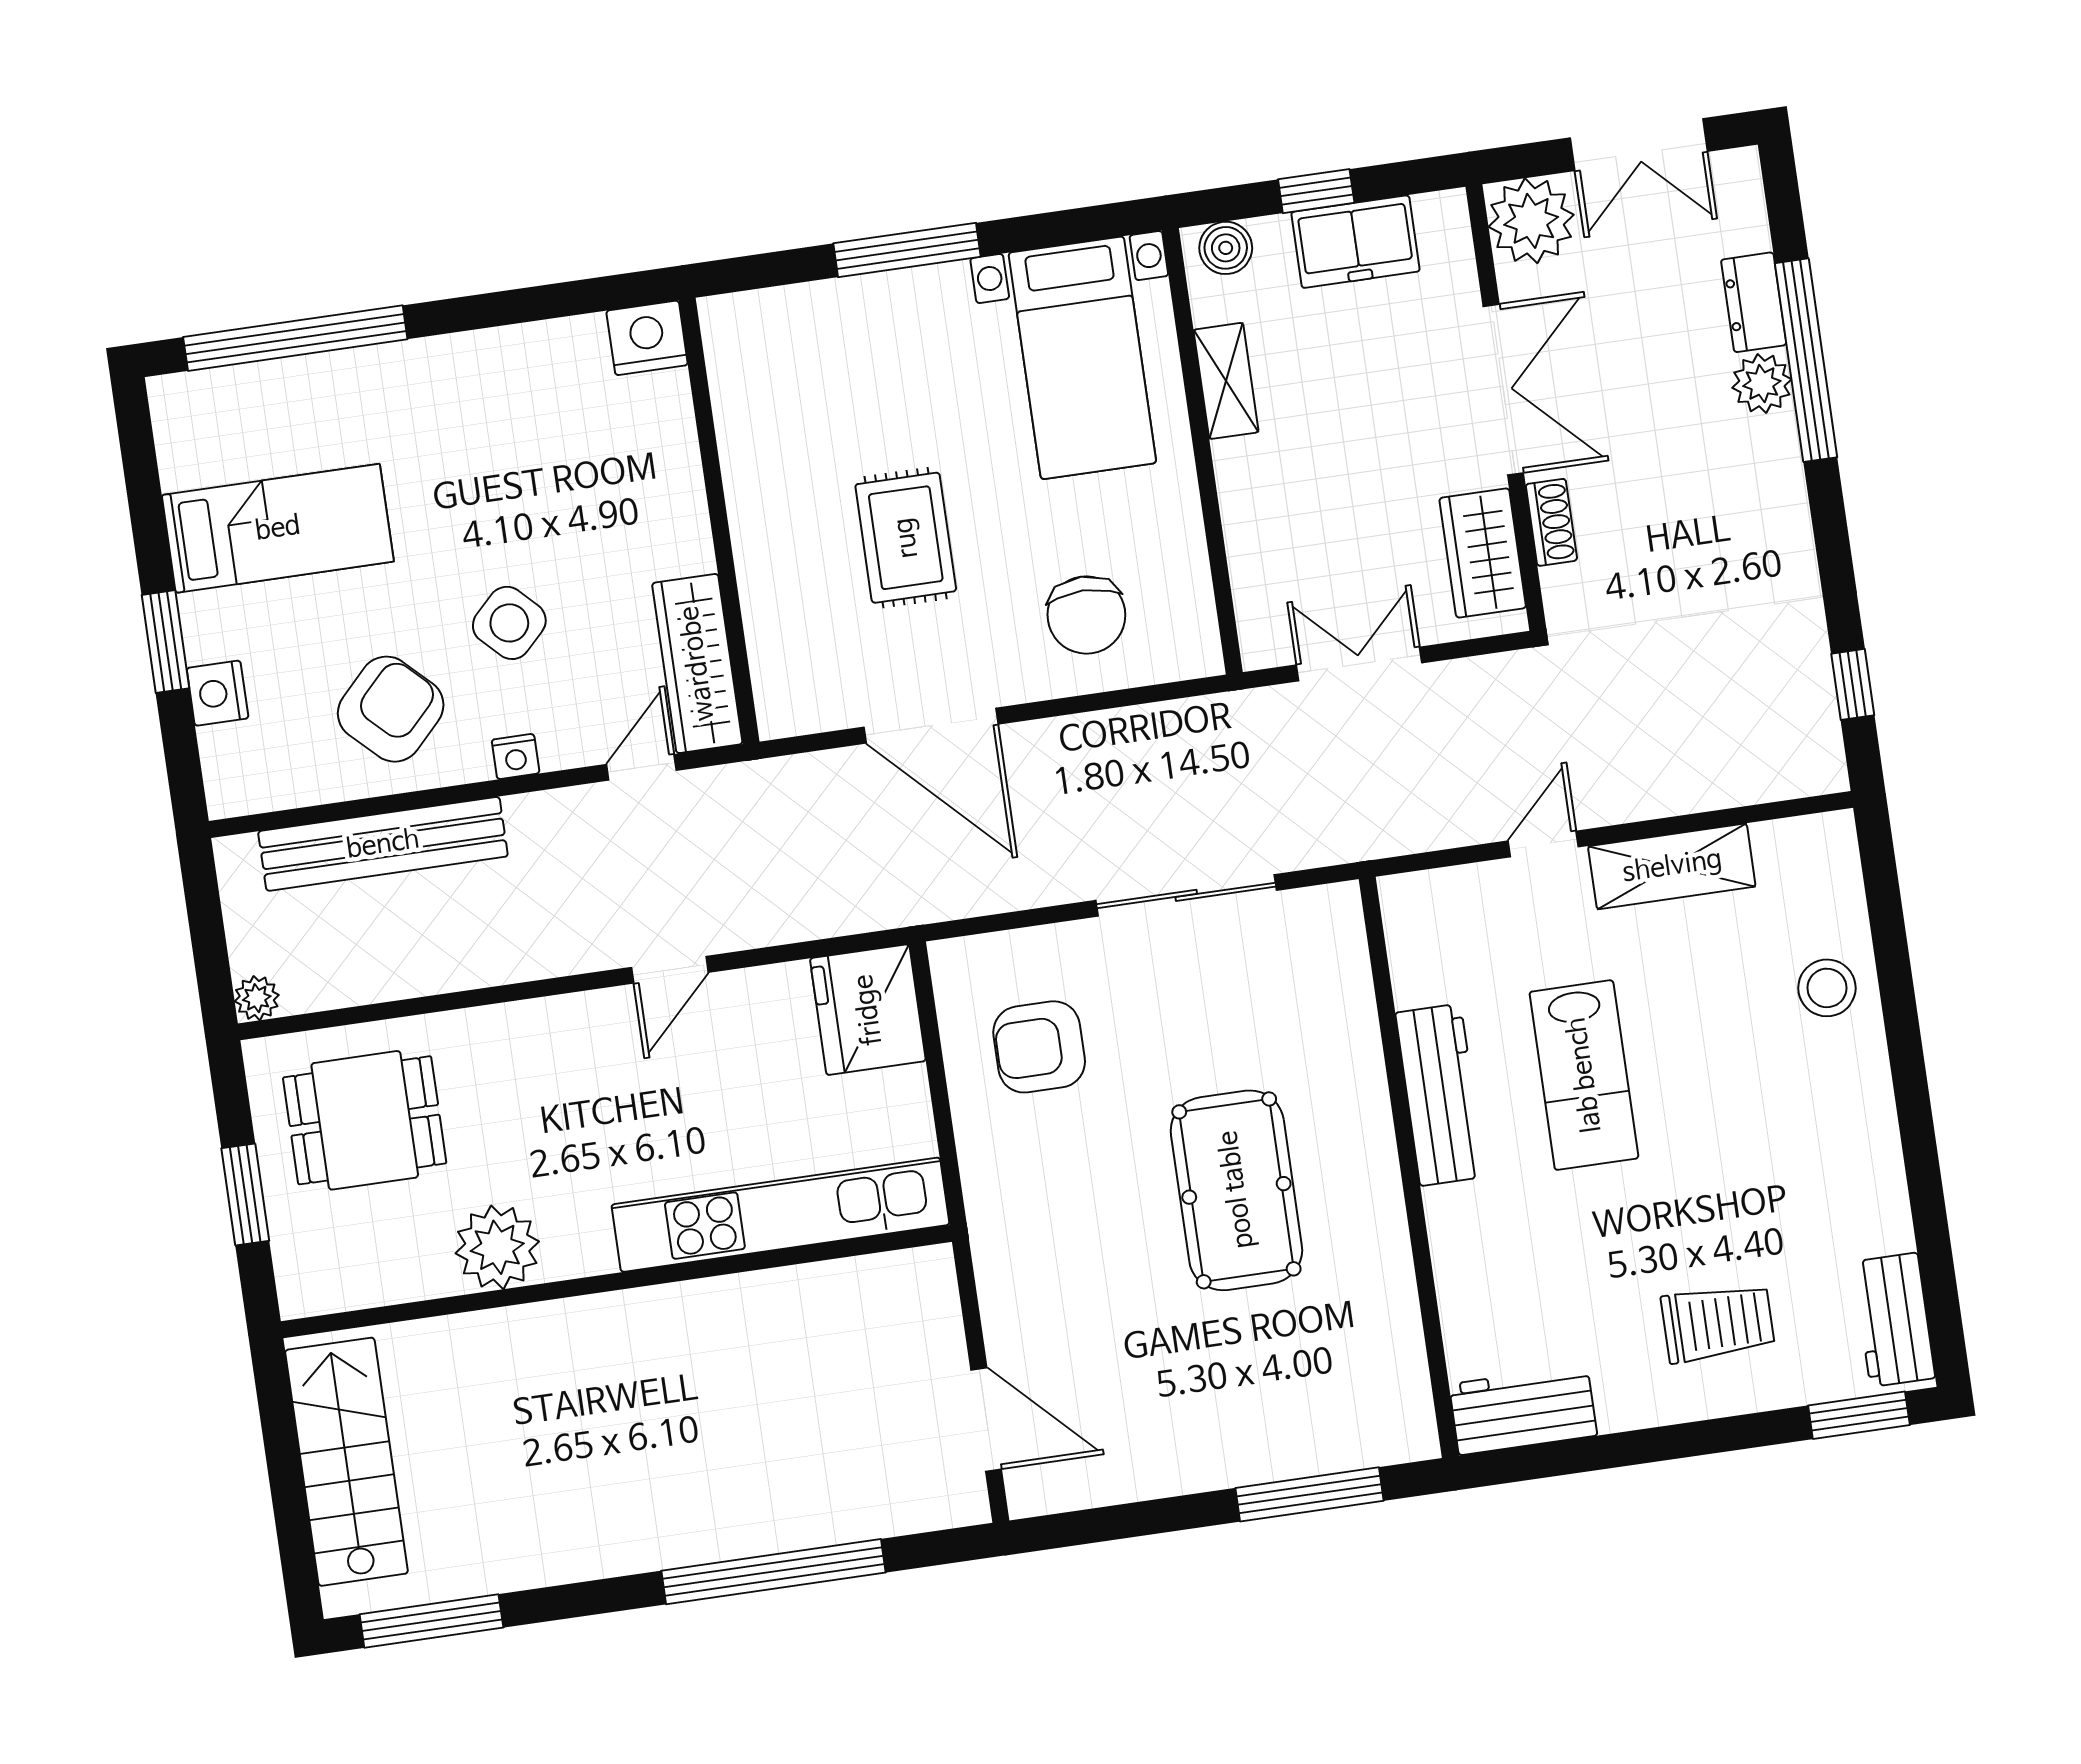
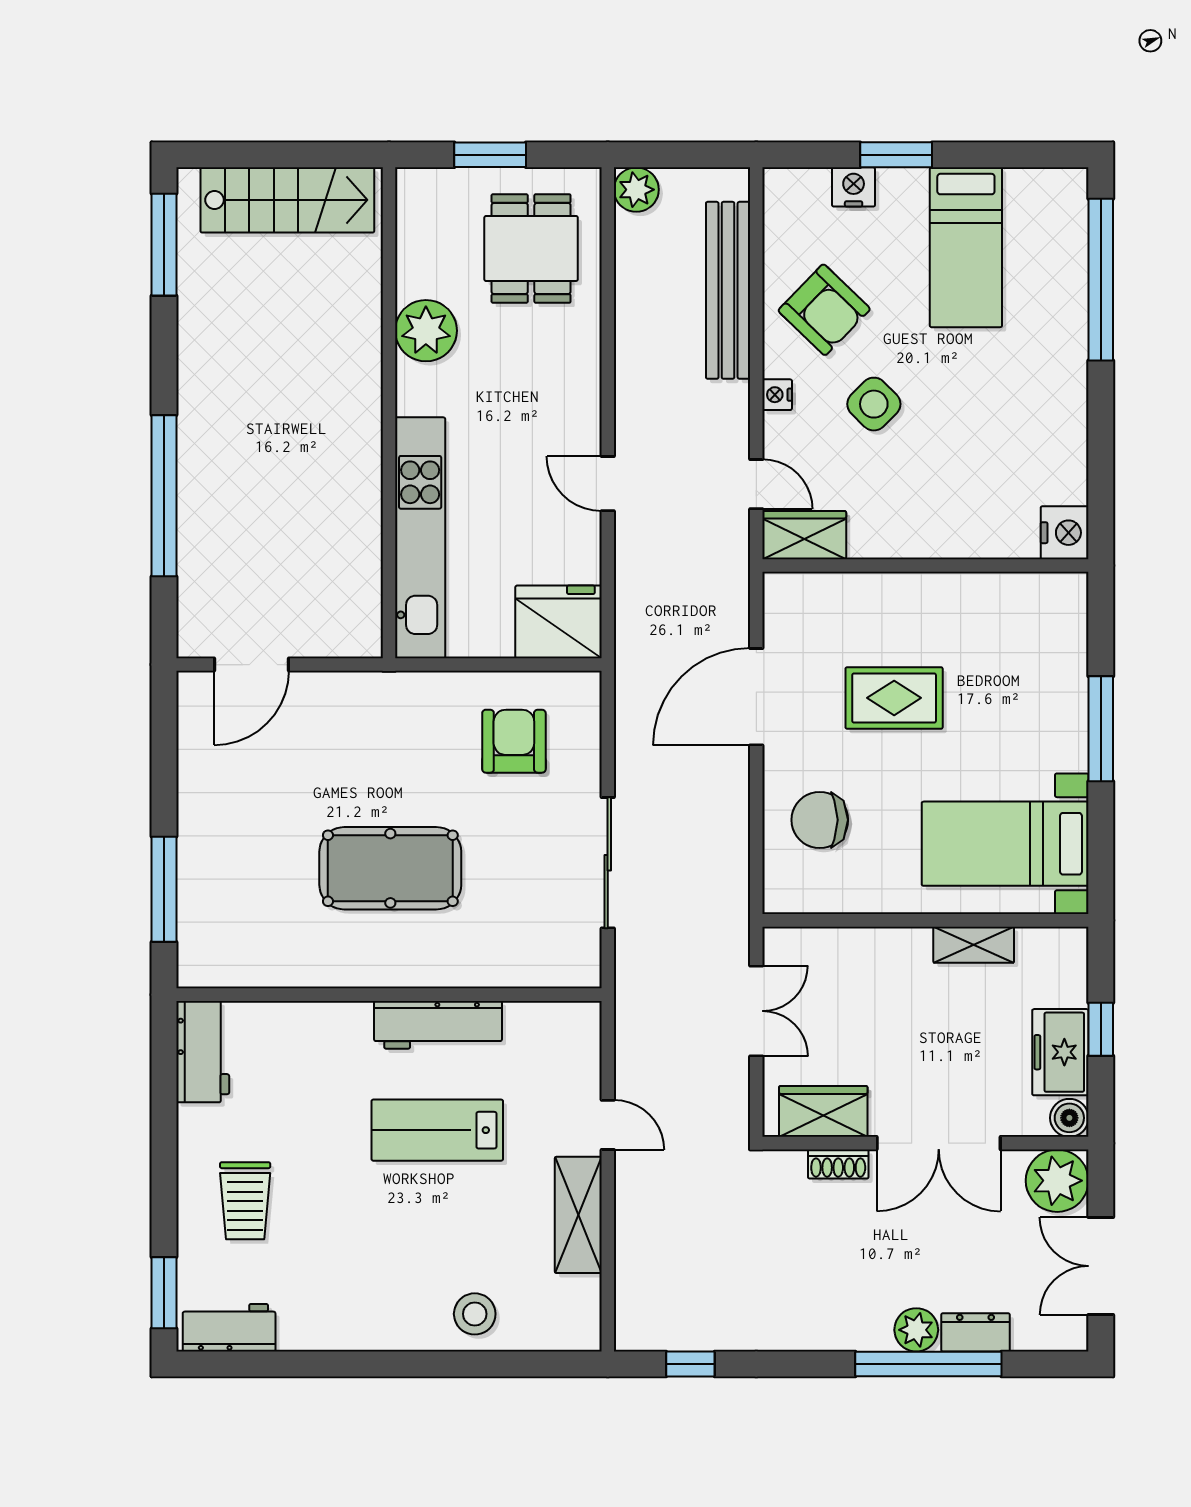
boiler: (1226, 248) -> (1069, 1118), moved
wardrobe: (697, 664) -> (804, 535), width x0.67
plant: (257, 998) -> (636, 190), width x1.38, depth x1.38

